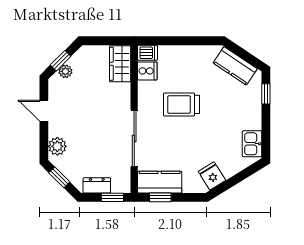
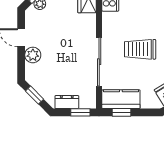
trolley: (181, 104) -> (140, 49), moved
plant: (57, 146) -> (33, 55), moved

